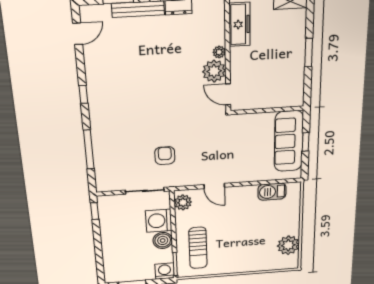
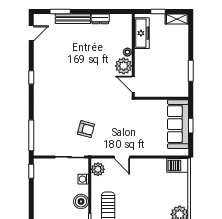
window: (309, 53) -> (191, 71), moved
window: (89, 150) -> (31, 135), moved
armchair: (165, 156) -> (86, 129), turned 105
barbecue: (272, 192) -> (178, 165), moved
washing machine: (159, 221) -> (83, 179), width x0.53, depth x0.53

